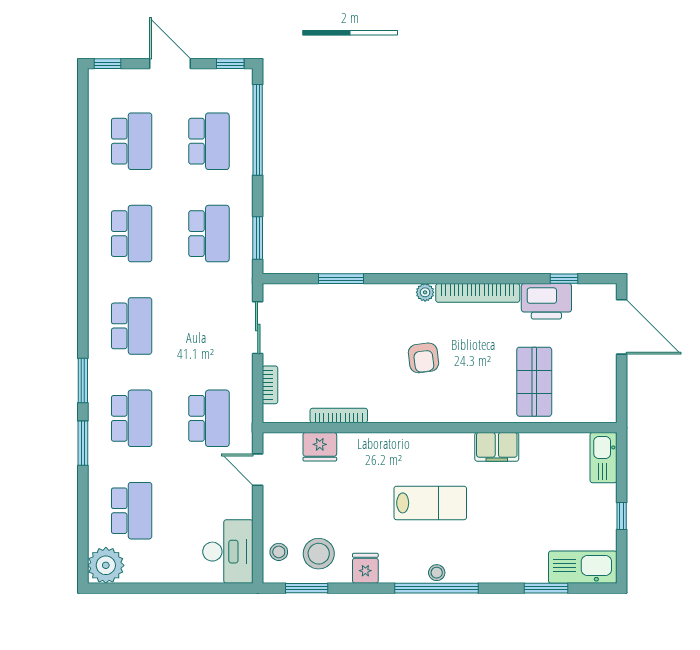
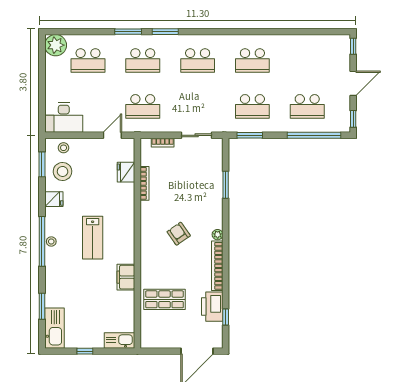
school desk: (132, 141) -> (307, 60), removed
armchair: (423, 358) -> (179, 234), turned 62

